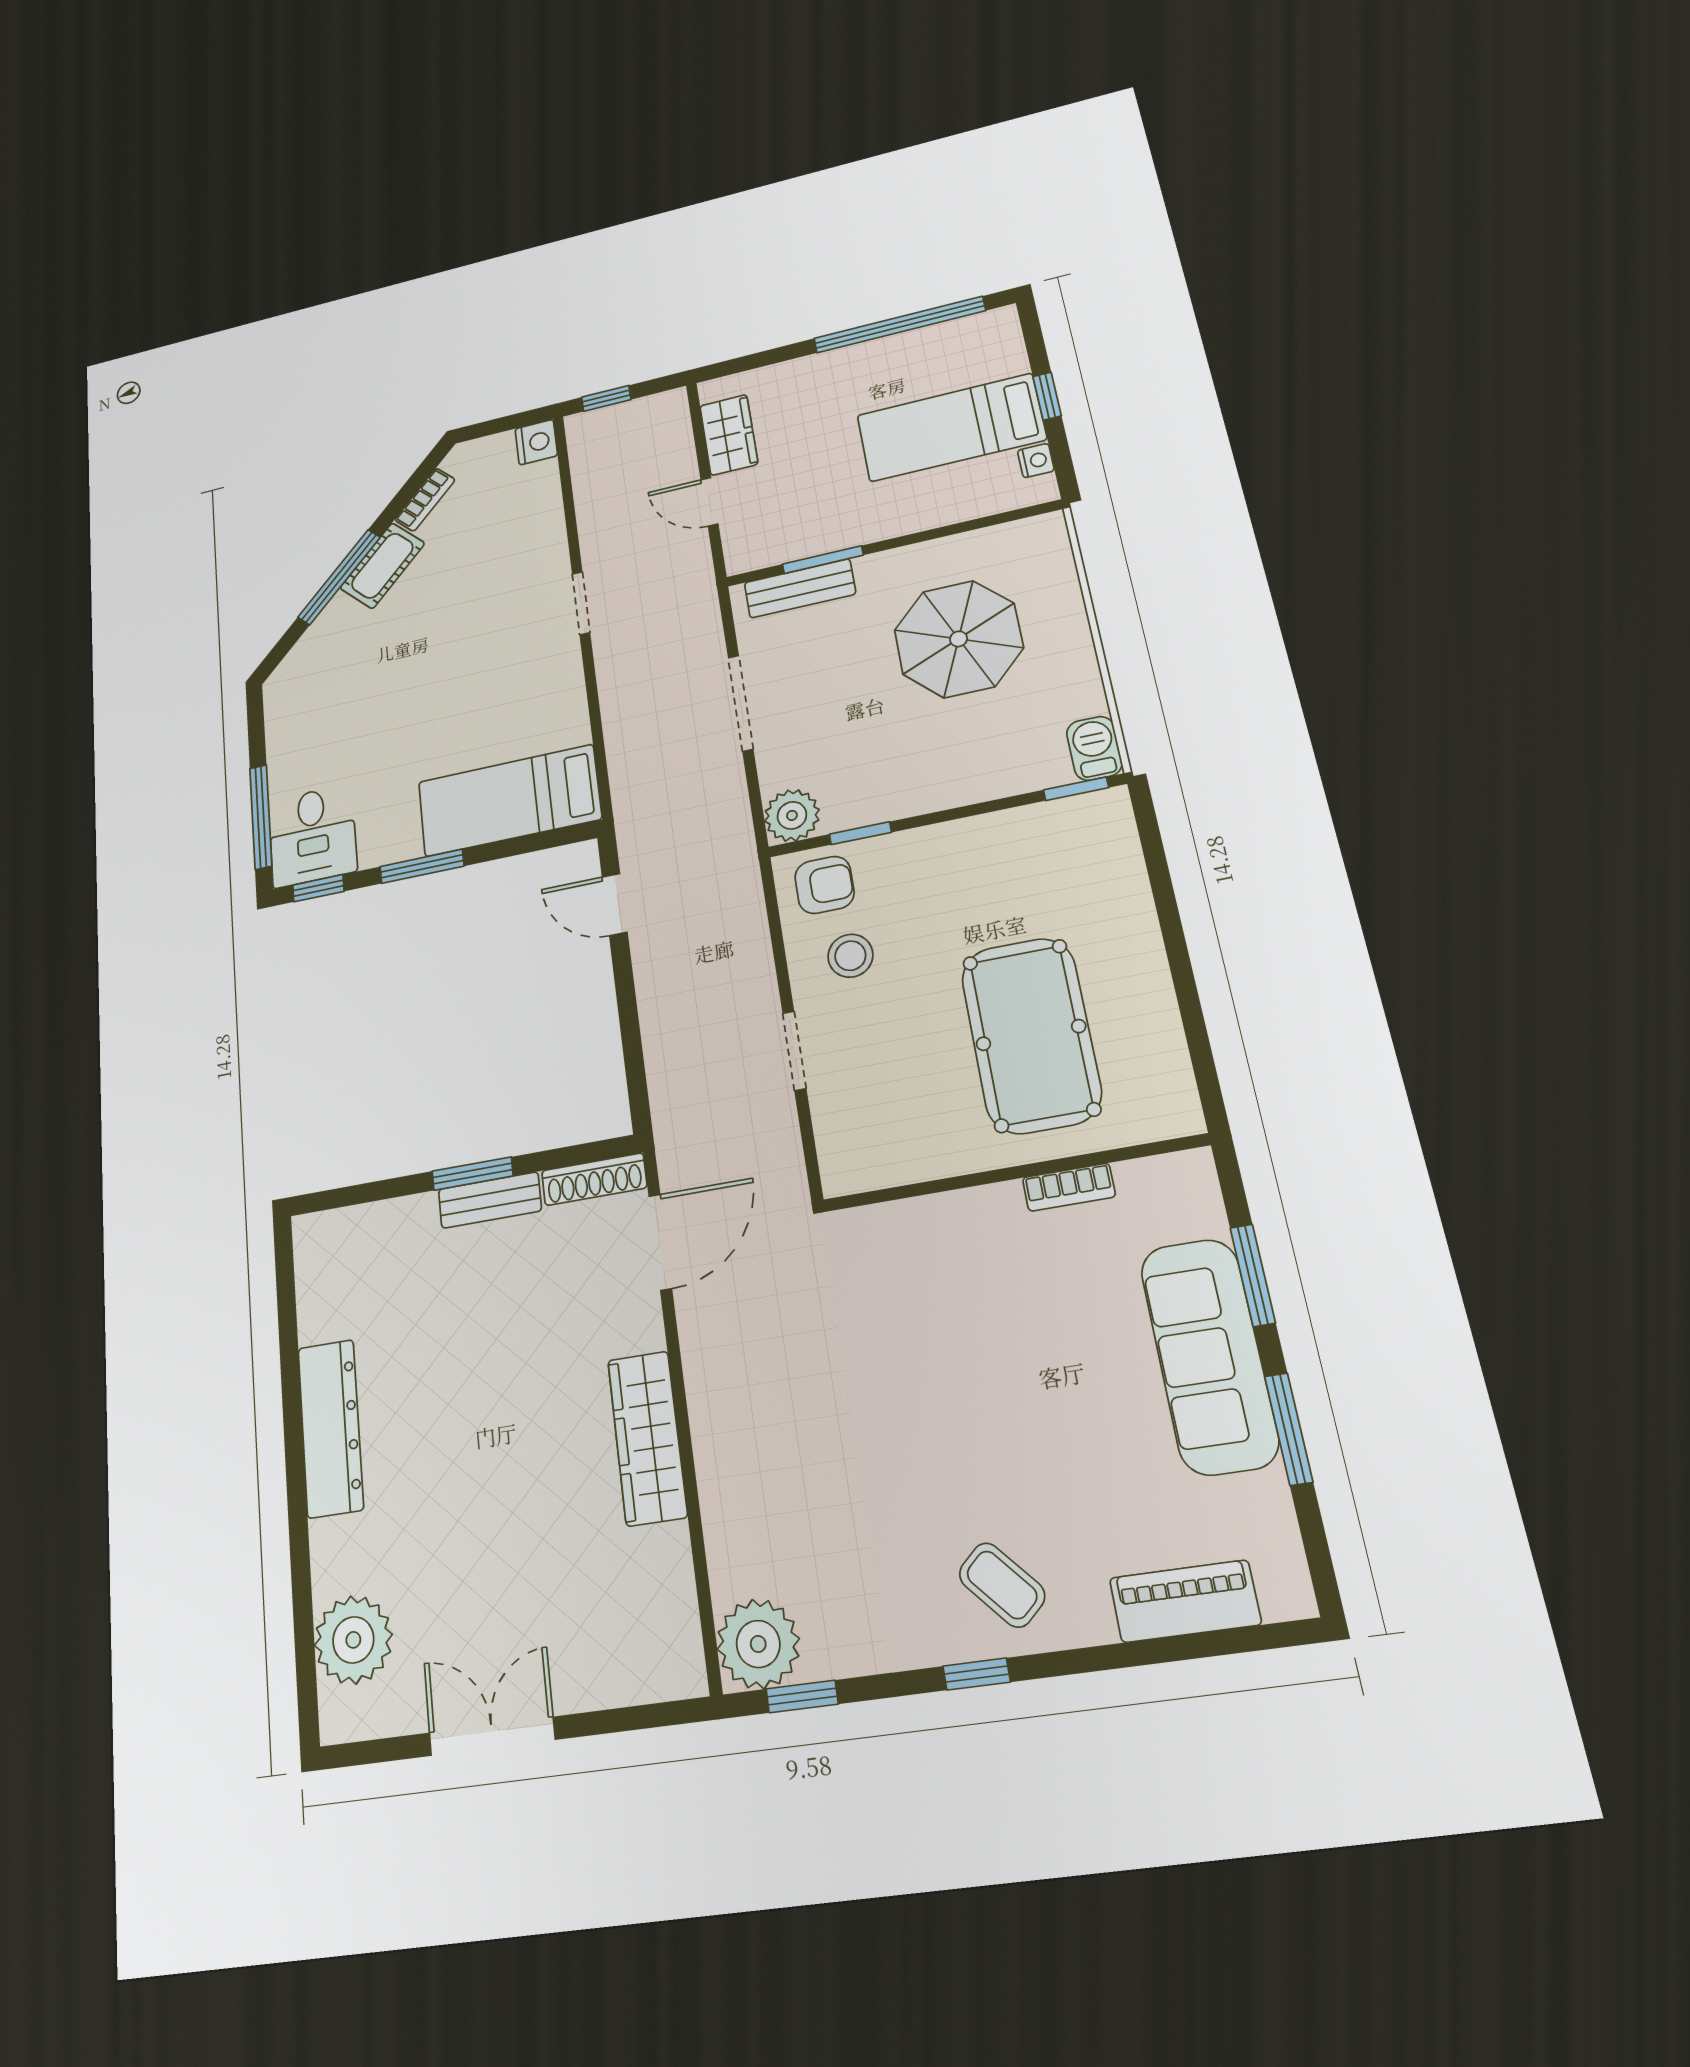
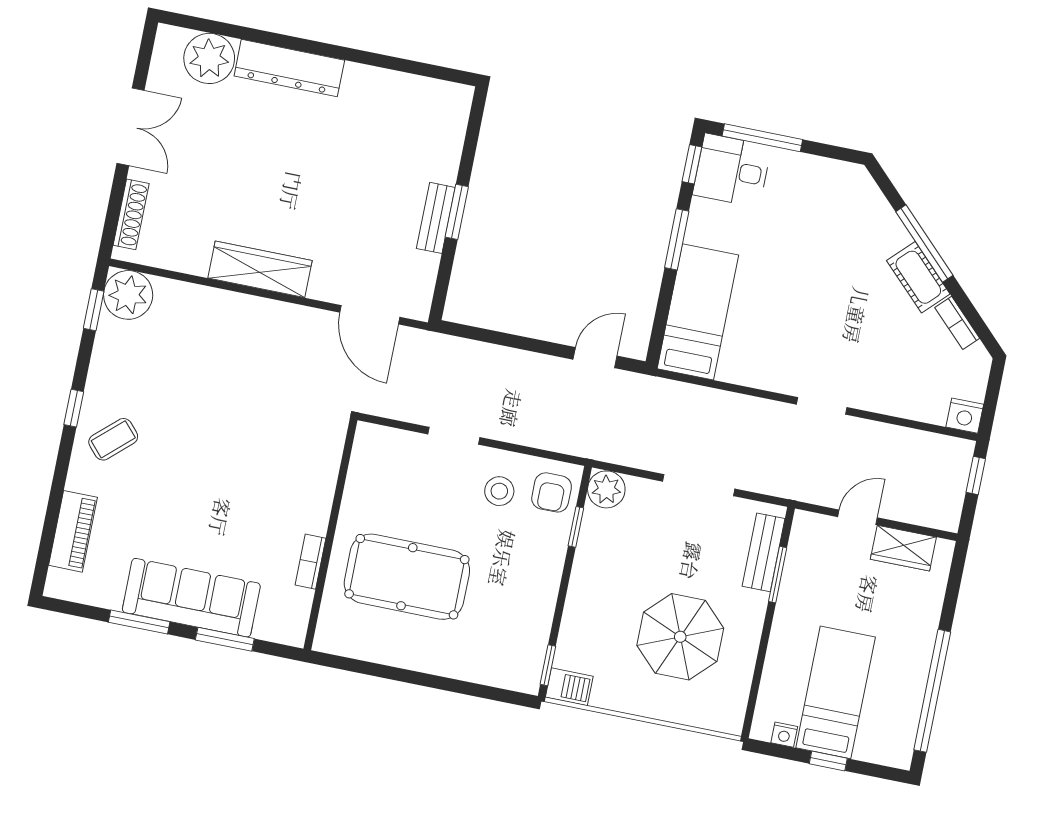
shoe rack: (594, 1179) -> (131, 214), moved, turned 180
dresser: (331, 1428) -> (289, 68), moved

